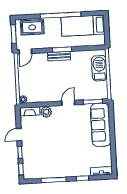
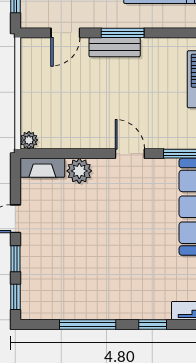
door: (25, 52) -> (65, 33), moved
door: (68, 103) -> (130, 154), hinge flipped

